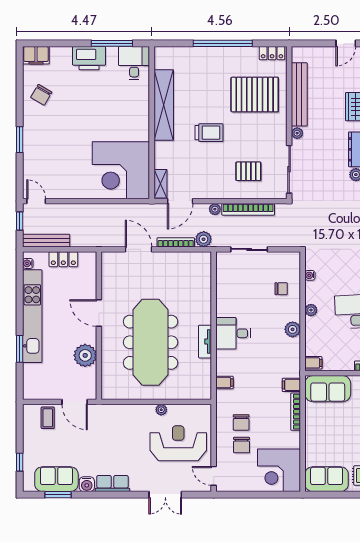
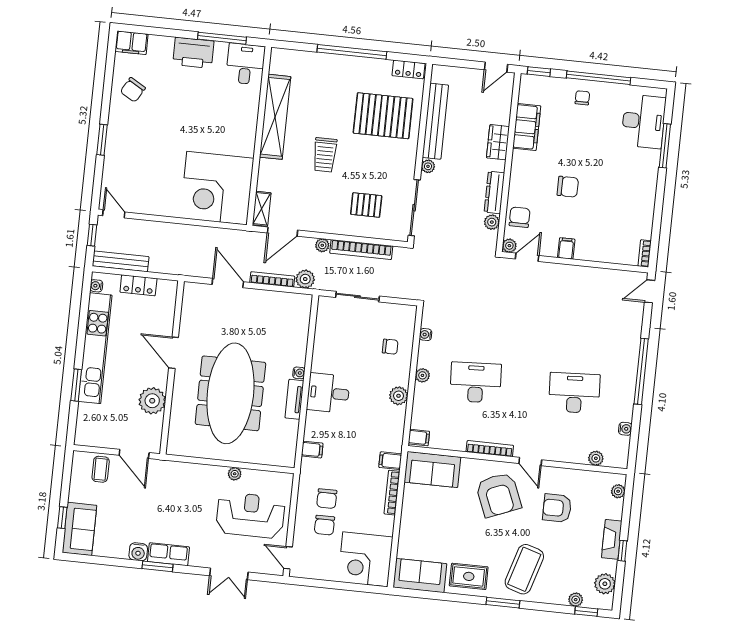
trolley: (209, 133) -> (325, 155), turned 90
water cooler: (206, 319) -> (299, 373), added
sofa: (56, 479) -> (79, 529), moved, turned 90
window: (58, 495) -> (158, 566), moved

